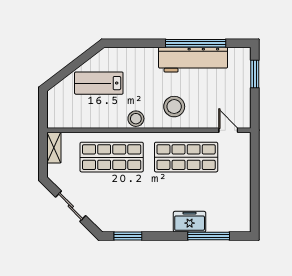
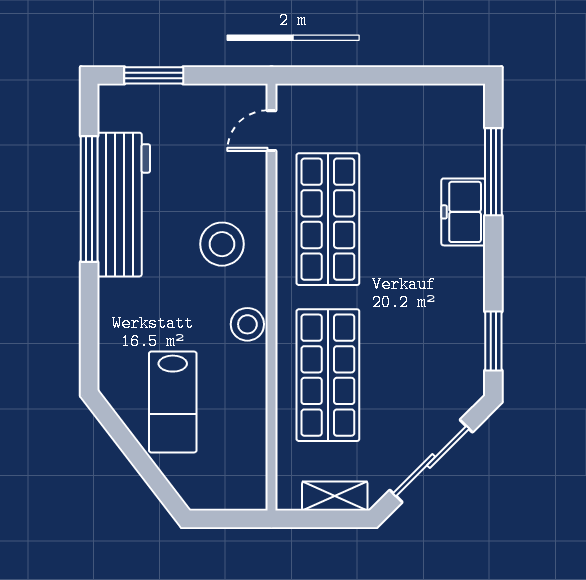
shelving: (54, 148) -> (335, 496), moved
sliding door: (71, 206) -> (431, 461), width x1.37

